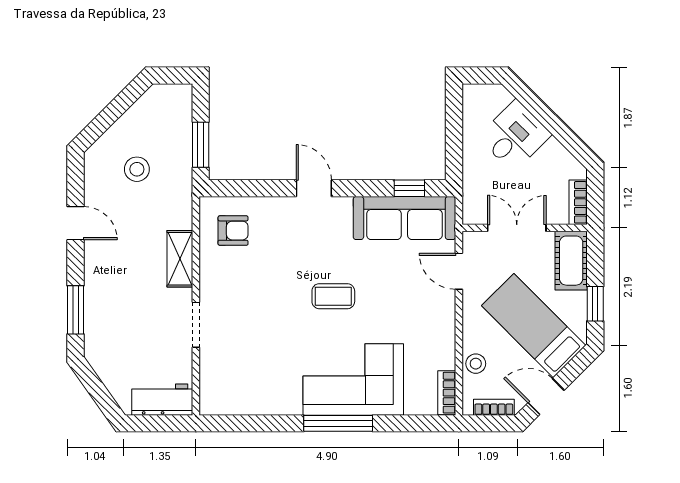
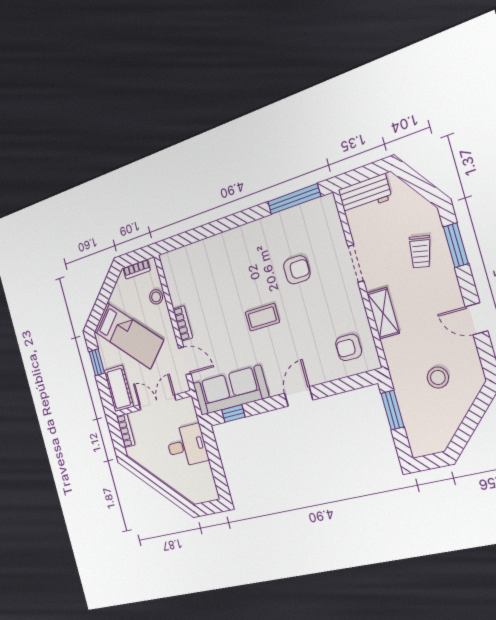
desk: (515, 136) -> (187, 446), moved, turned -135
door: (314, 188) -> (299, 397), swing flipped
double door: (517, 228) -> (157, 402), swing flipped
trolley: (117, 315) -> (420, 252), added
armchair: (271, 340) -> (297, 270), added
corner sofa: (353, 380) -> (232, 258), removed
bookcase: (447, 393) -> (183, 323), moved
door: (546, 397) -> (108, 288), removed
window: (338, 423) -> (294, 199), moved

